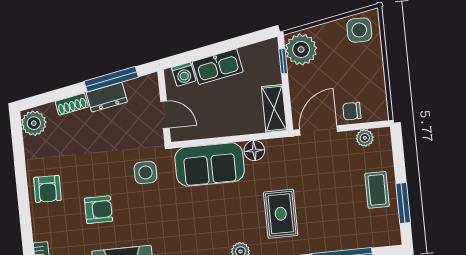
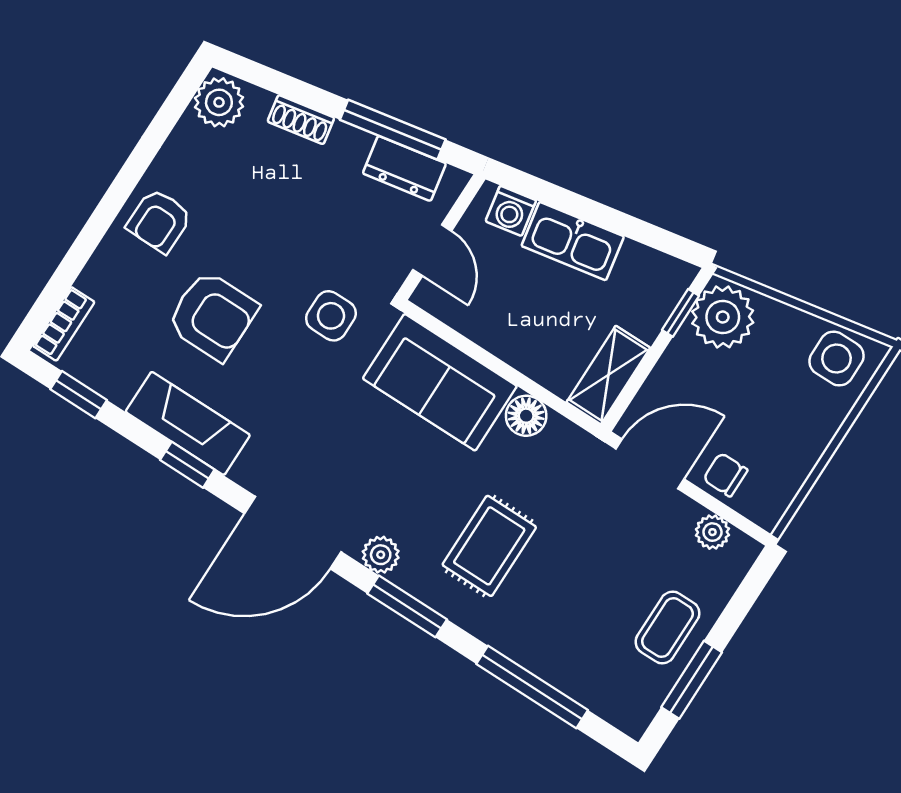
dresser: (107, 97) -> (404, 168), moved
armchair: (98, 210) -> (212, 316), width x1.38, depth x1.38

